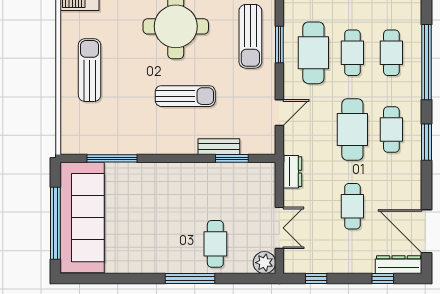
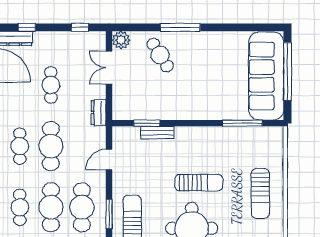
cafe table: (352, 53) -> (51, 207), width x1.37, depth x1.35
sun lounger: (185, 96) -> (199, 183), moved, turned 180
cafe table: (215, 244) -> (160, 55), turned -32

